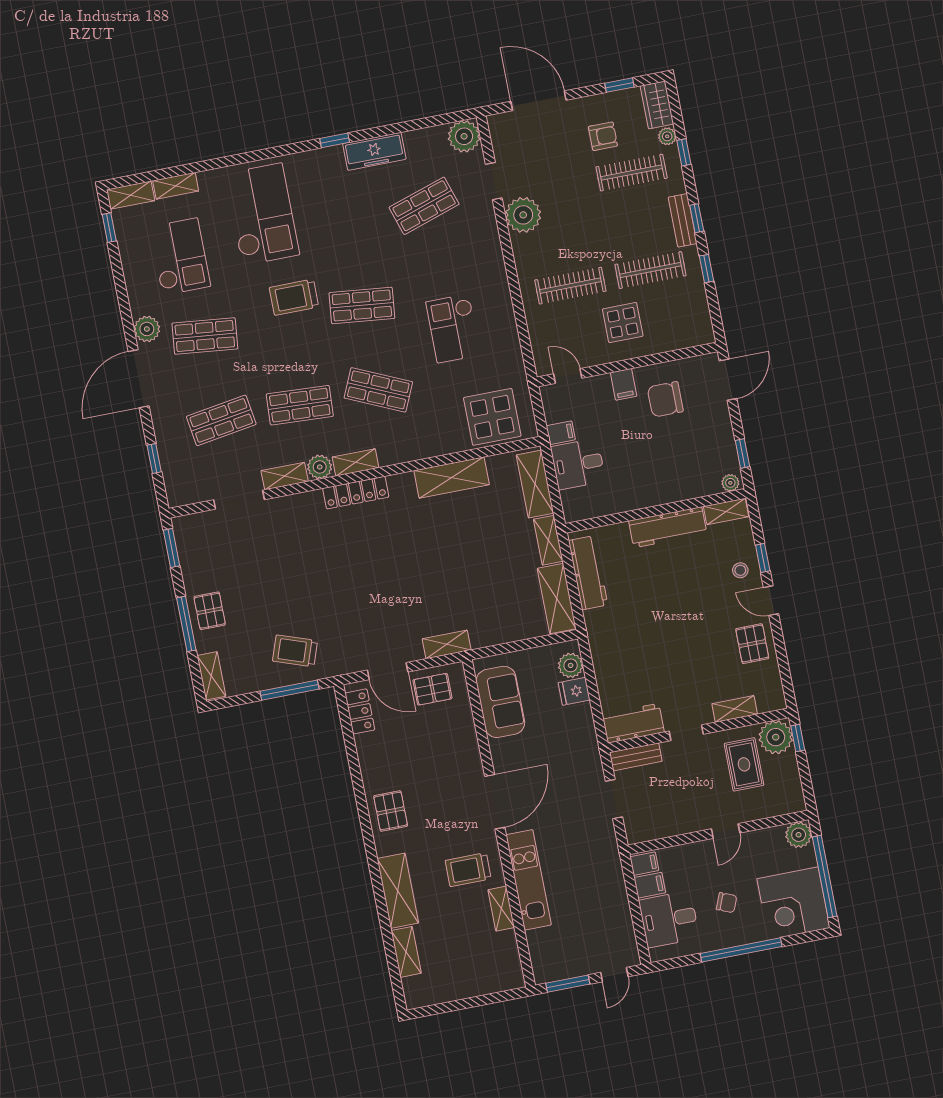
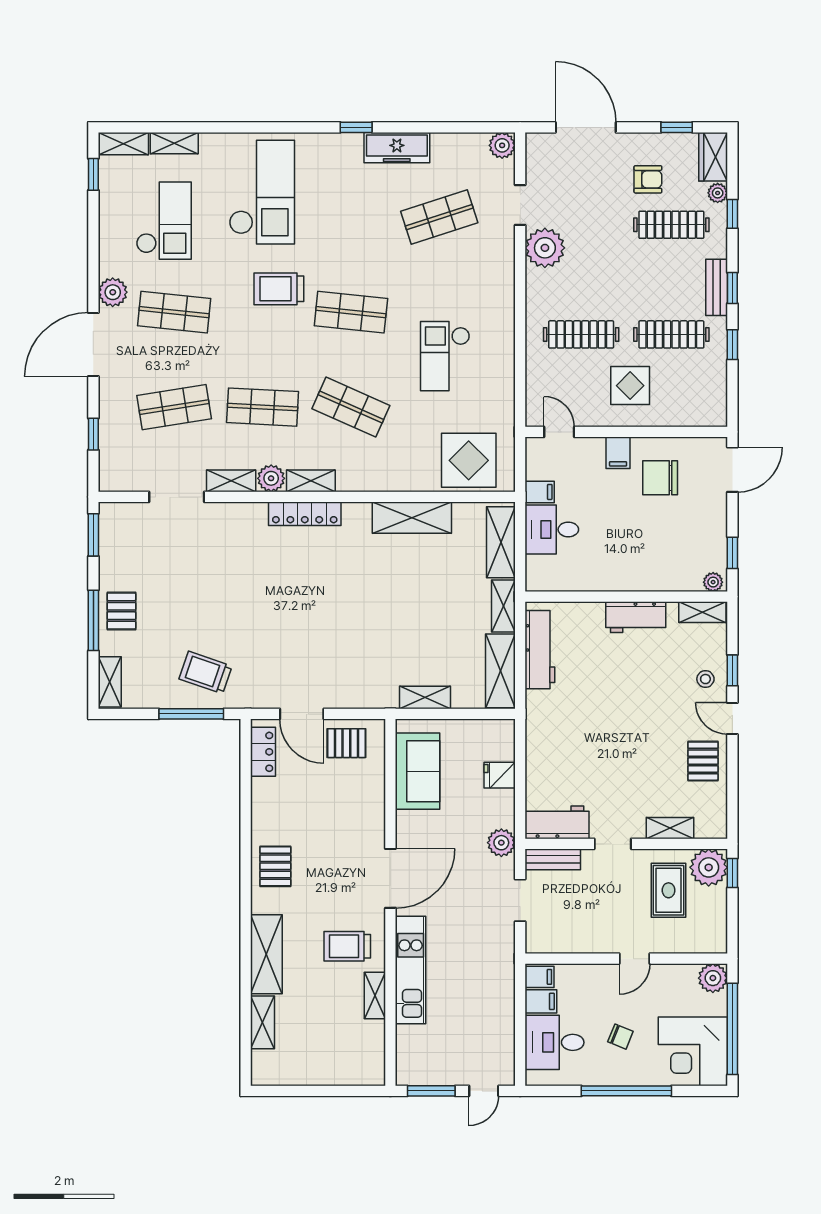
plant: (464, 136) -> (502, 145), width x0.73, depth x0.73
workbench: (668, 527) -> (636, 617), width x0.73
shelving: (447, 644) -> (425, 698), moved
plant: (571, 665) -> (501, 843), moved

